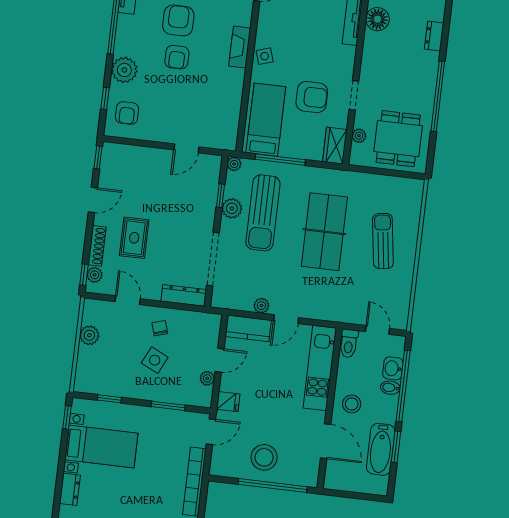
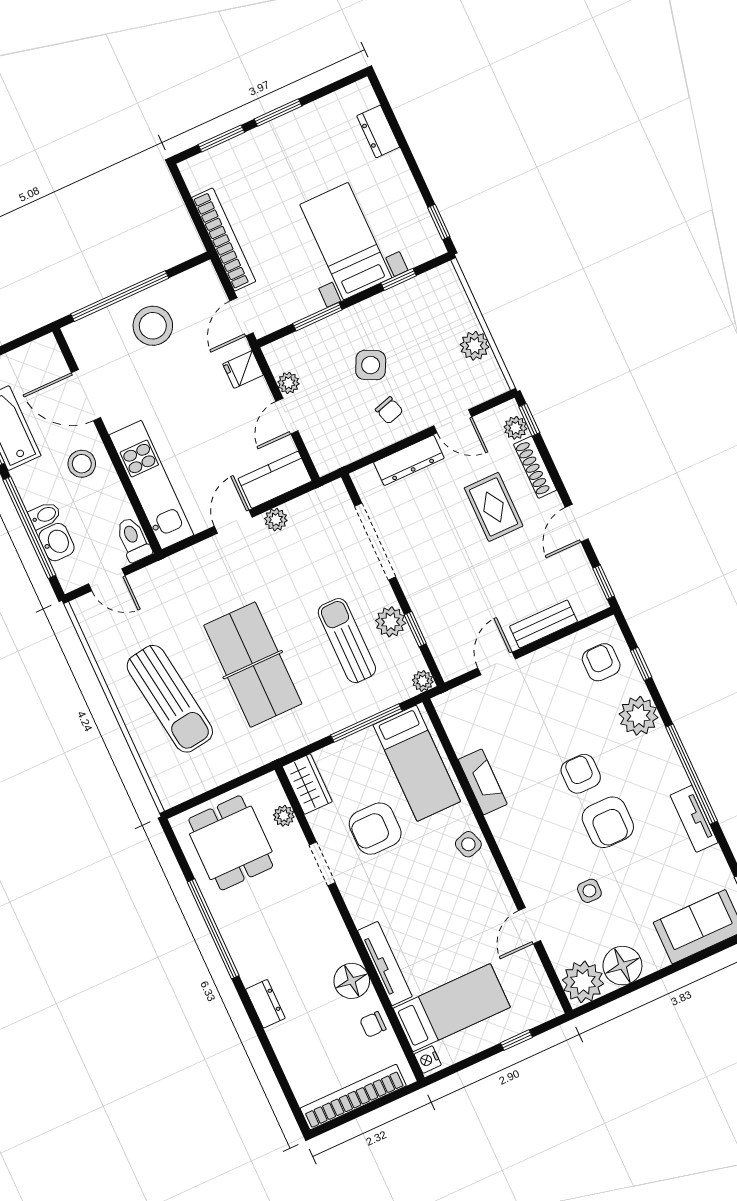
fireplace: (240, 47) -> (483, 782), moved
bench: (146, 155) -> (543, 624), added
sun lounger: (263, 213) -> (347, 641), width x0.73, depth x0.75
sun lounger: (383, 241) -> (170, 699), width x1.36, depth x1.34
dresser: (184, 295) -> (409, 460), moved
bed with nightstands: (101, 446) -> (346, 241), moved, turned 90

